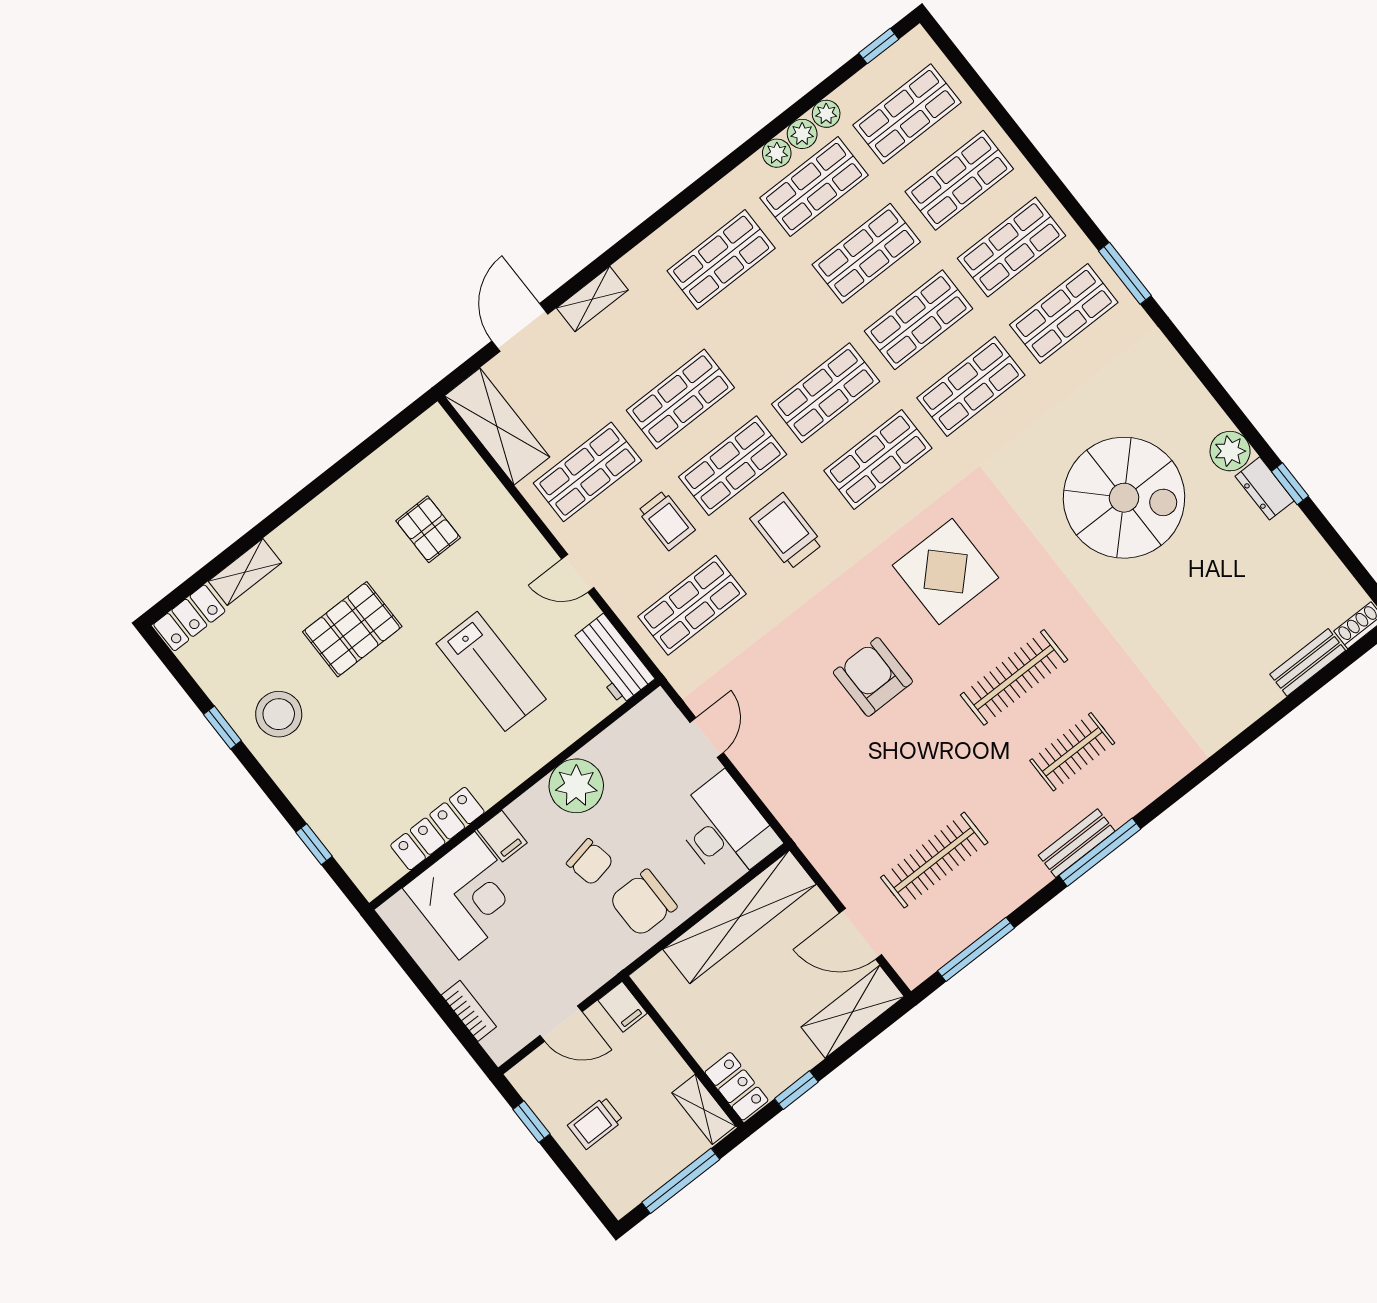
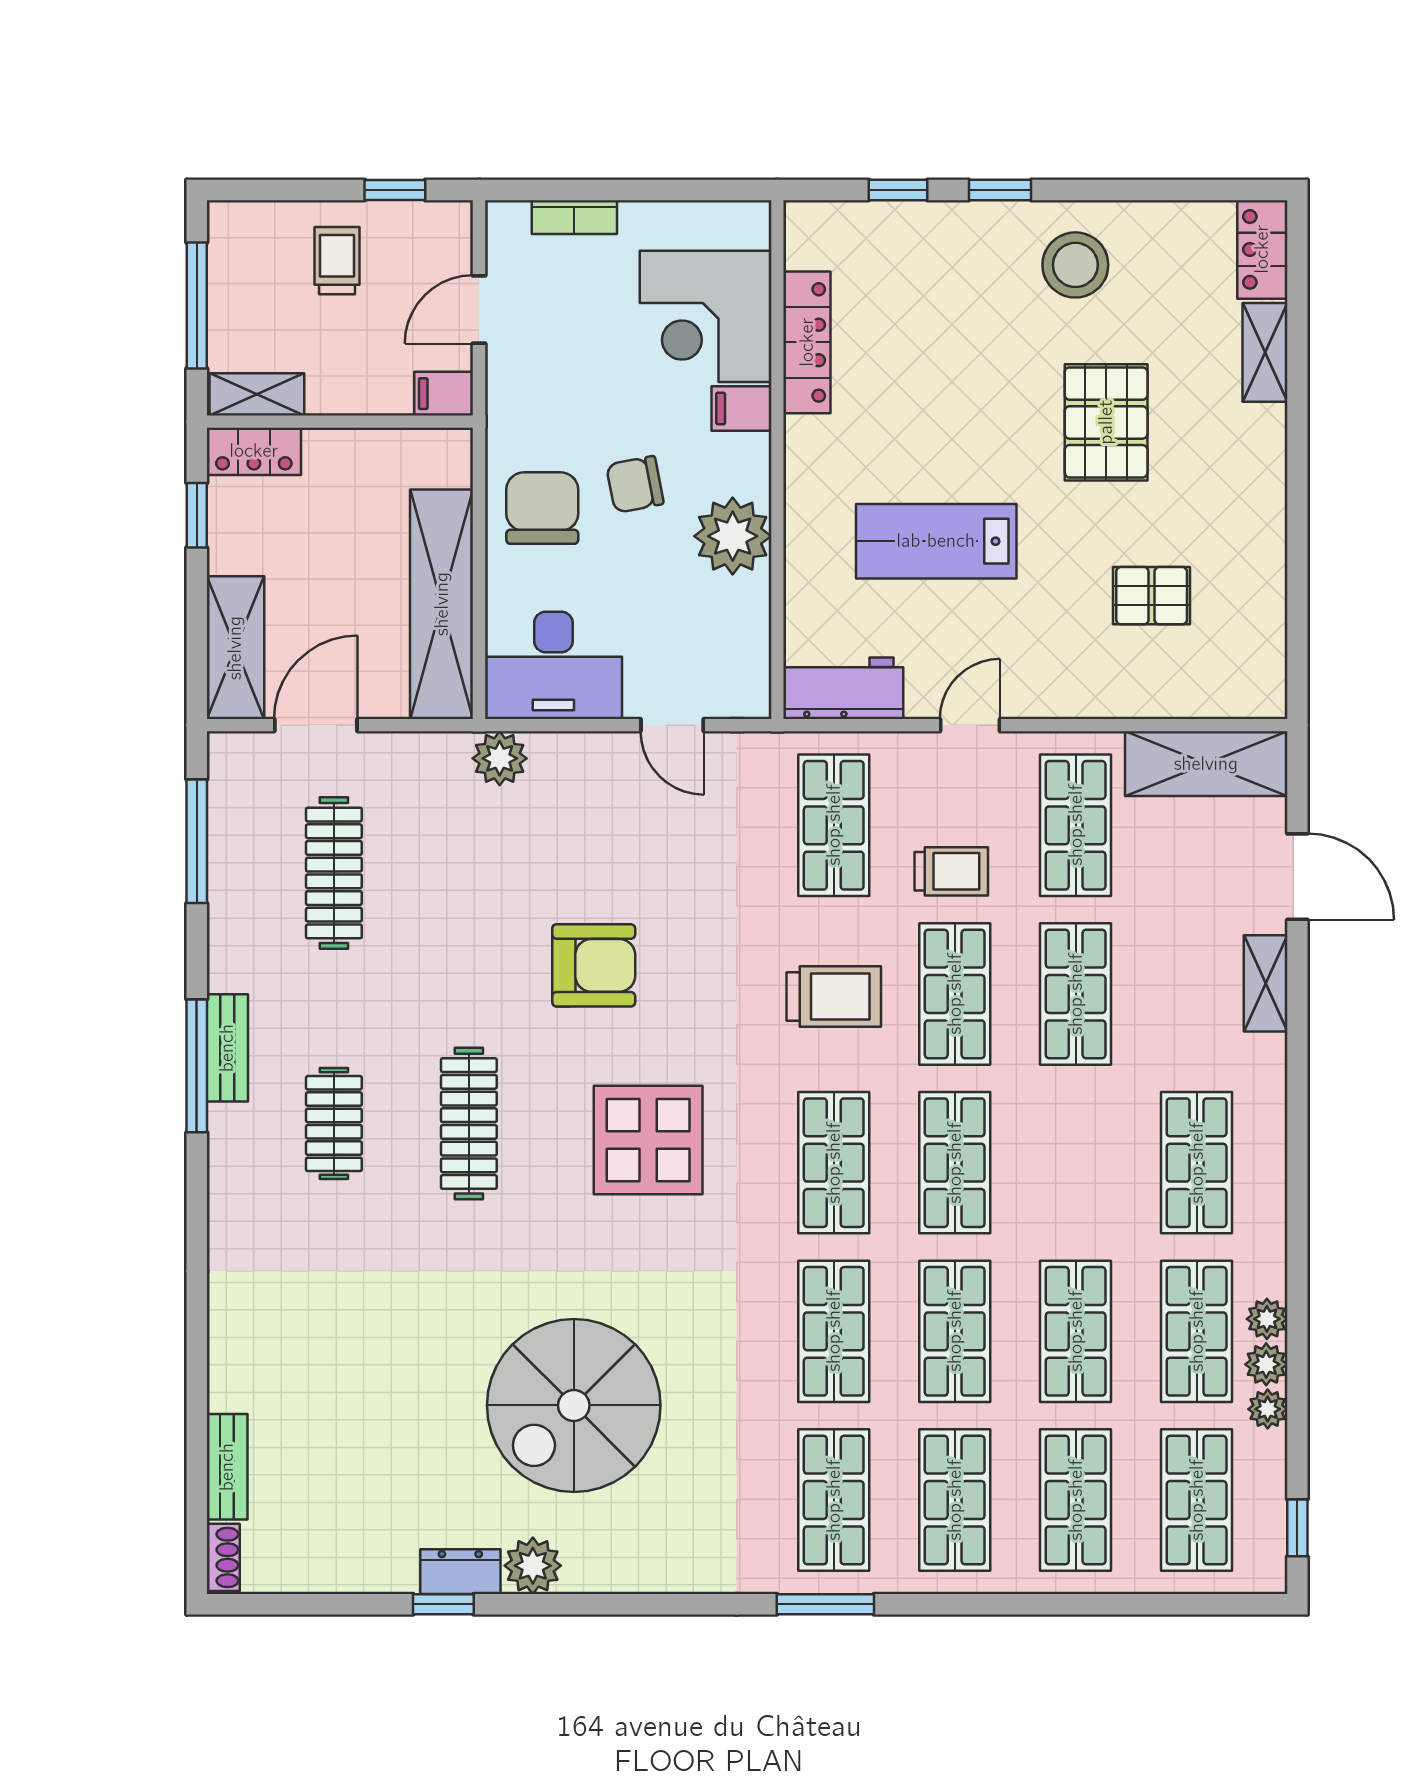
trolley: (666, 520) -> (951, 871), turned 180
window: (222, 727) -> (1000, 190), moved
plant: (799, 818) -> (500, 758), added

